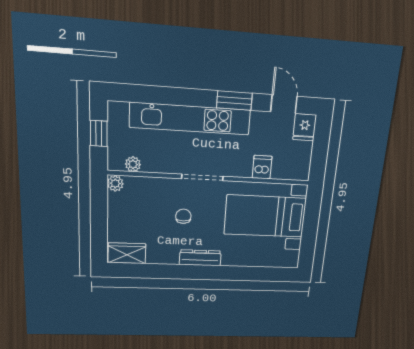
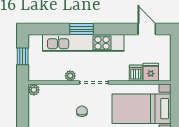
window: (234, 101) -> (81, 29), moved
fridge: (305, 127) -> (151, 72), moved, turned 180
plant: (133, 164) -> (70, 76), moved

